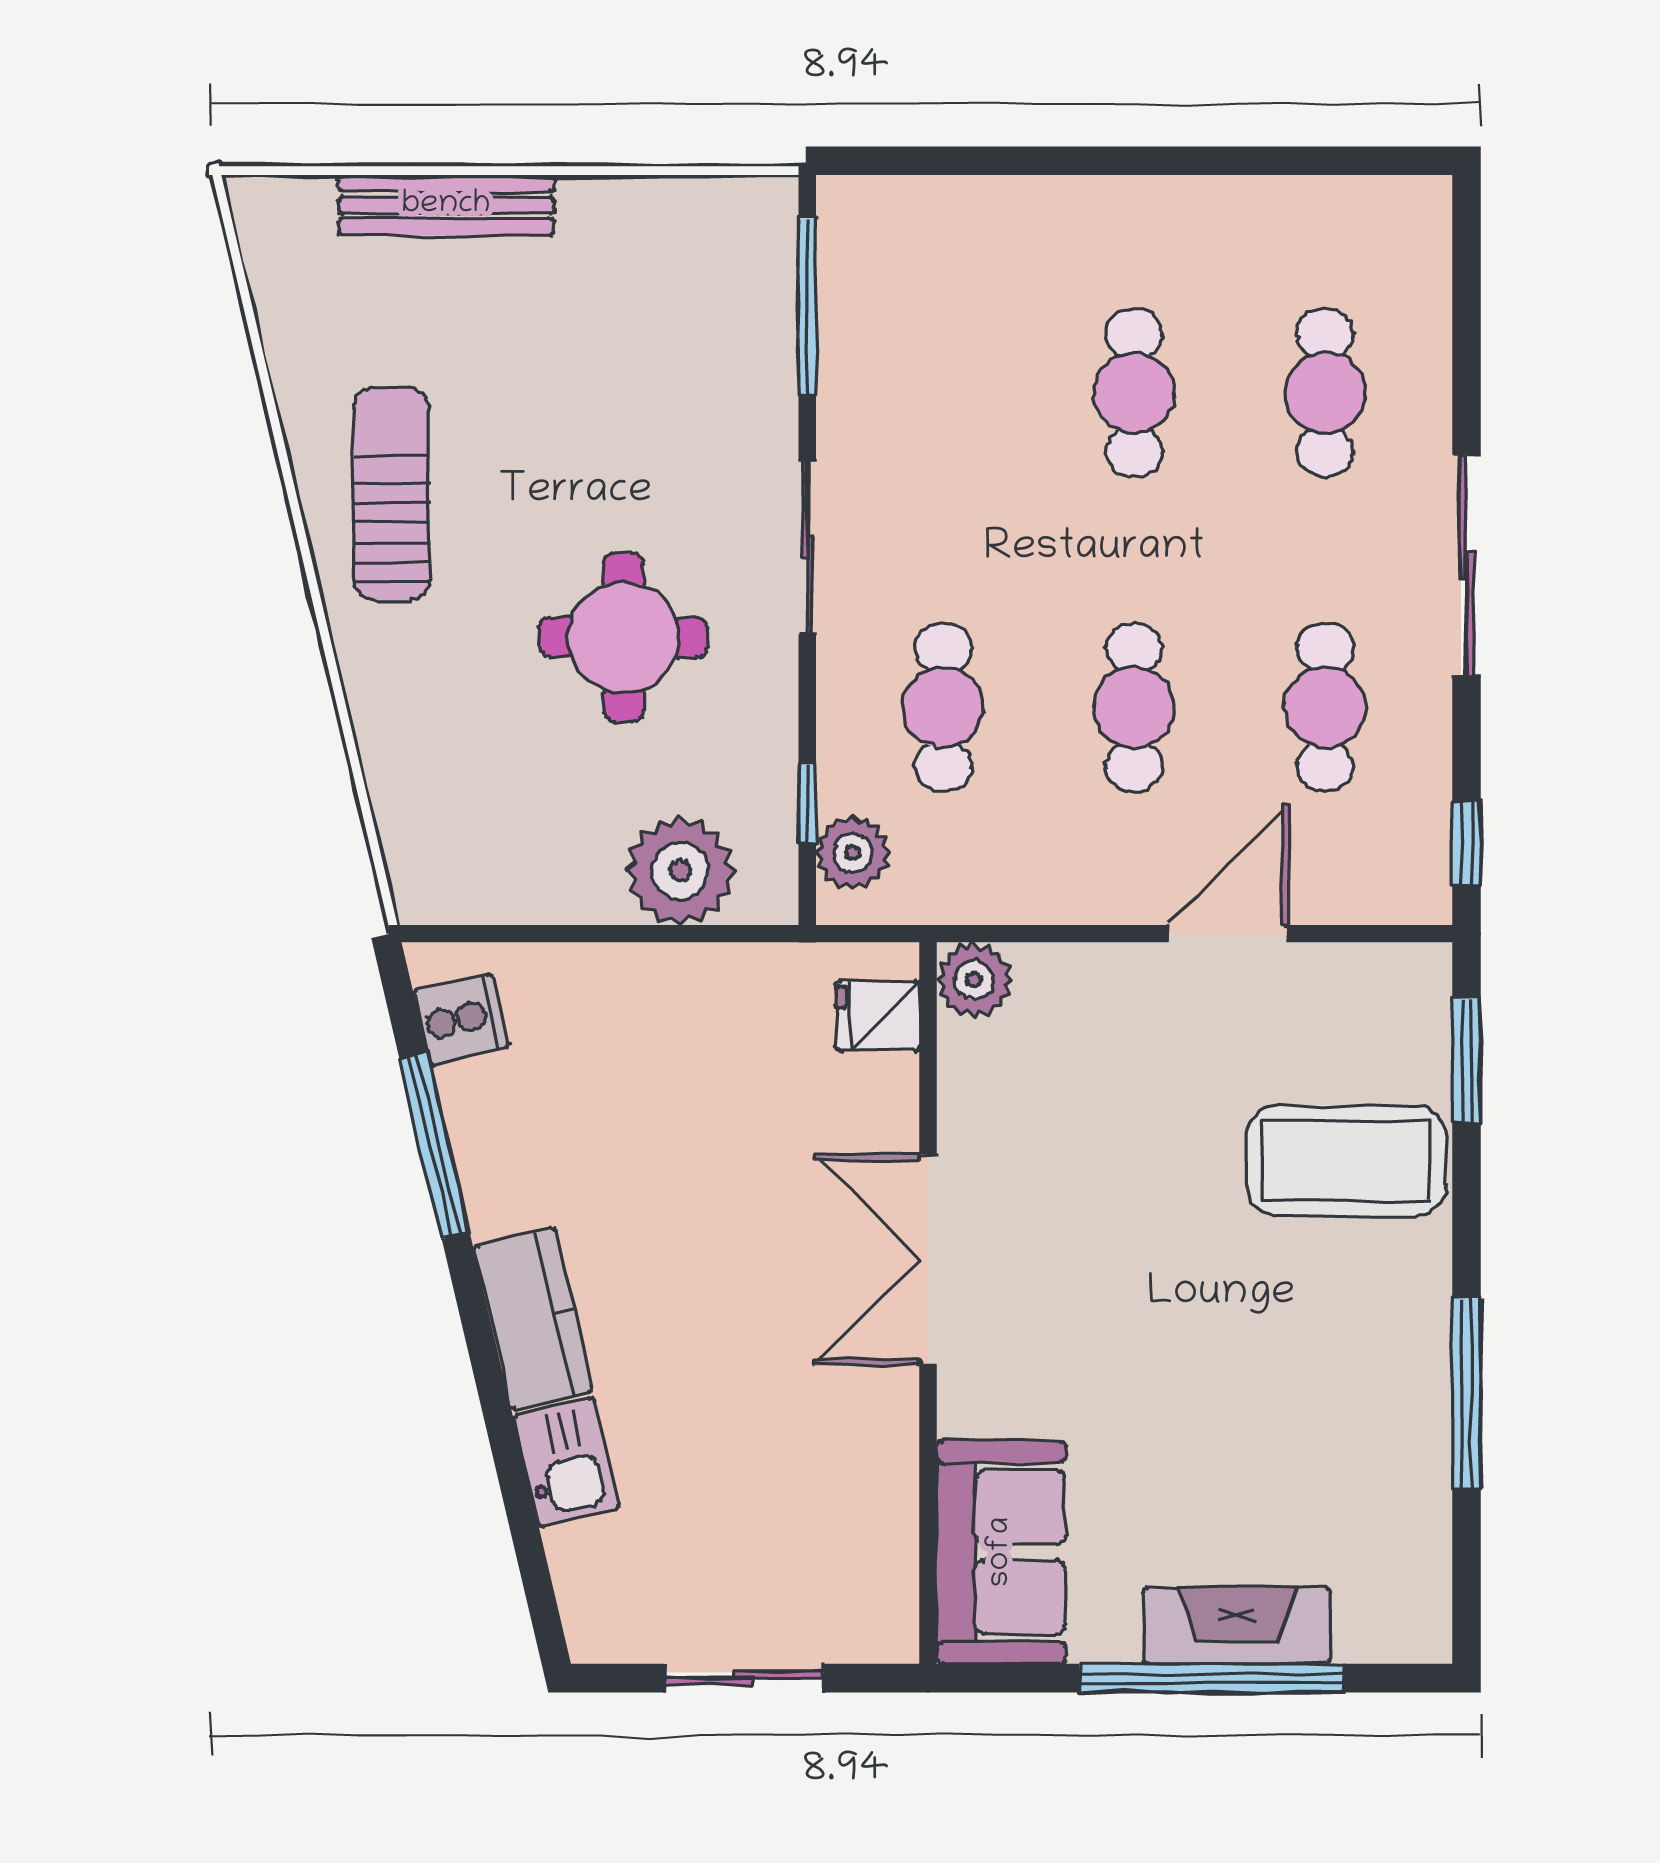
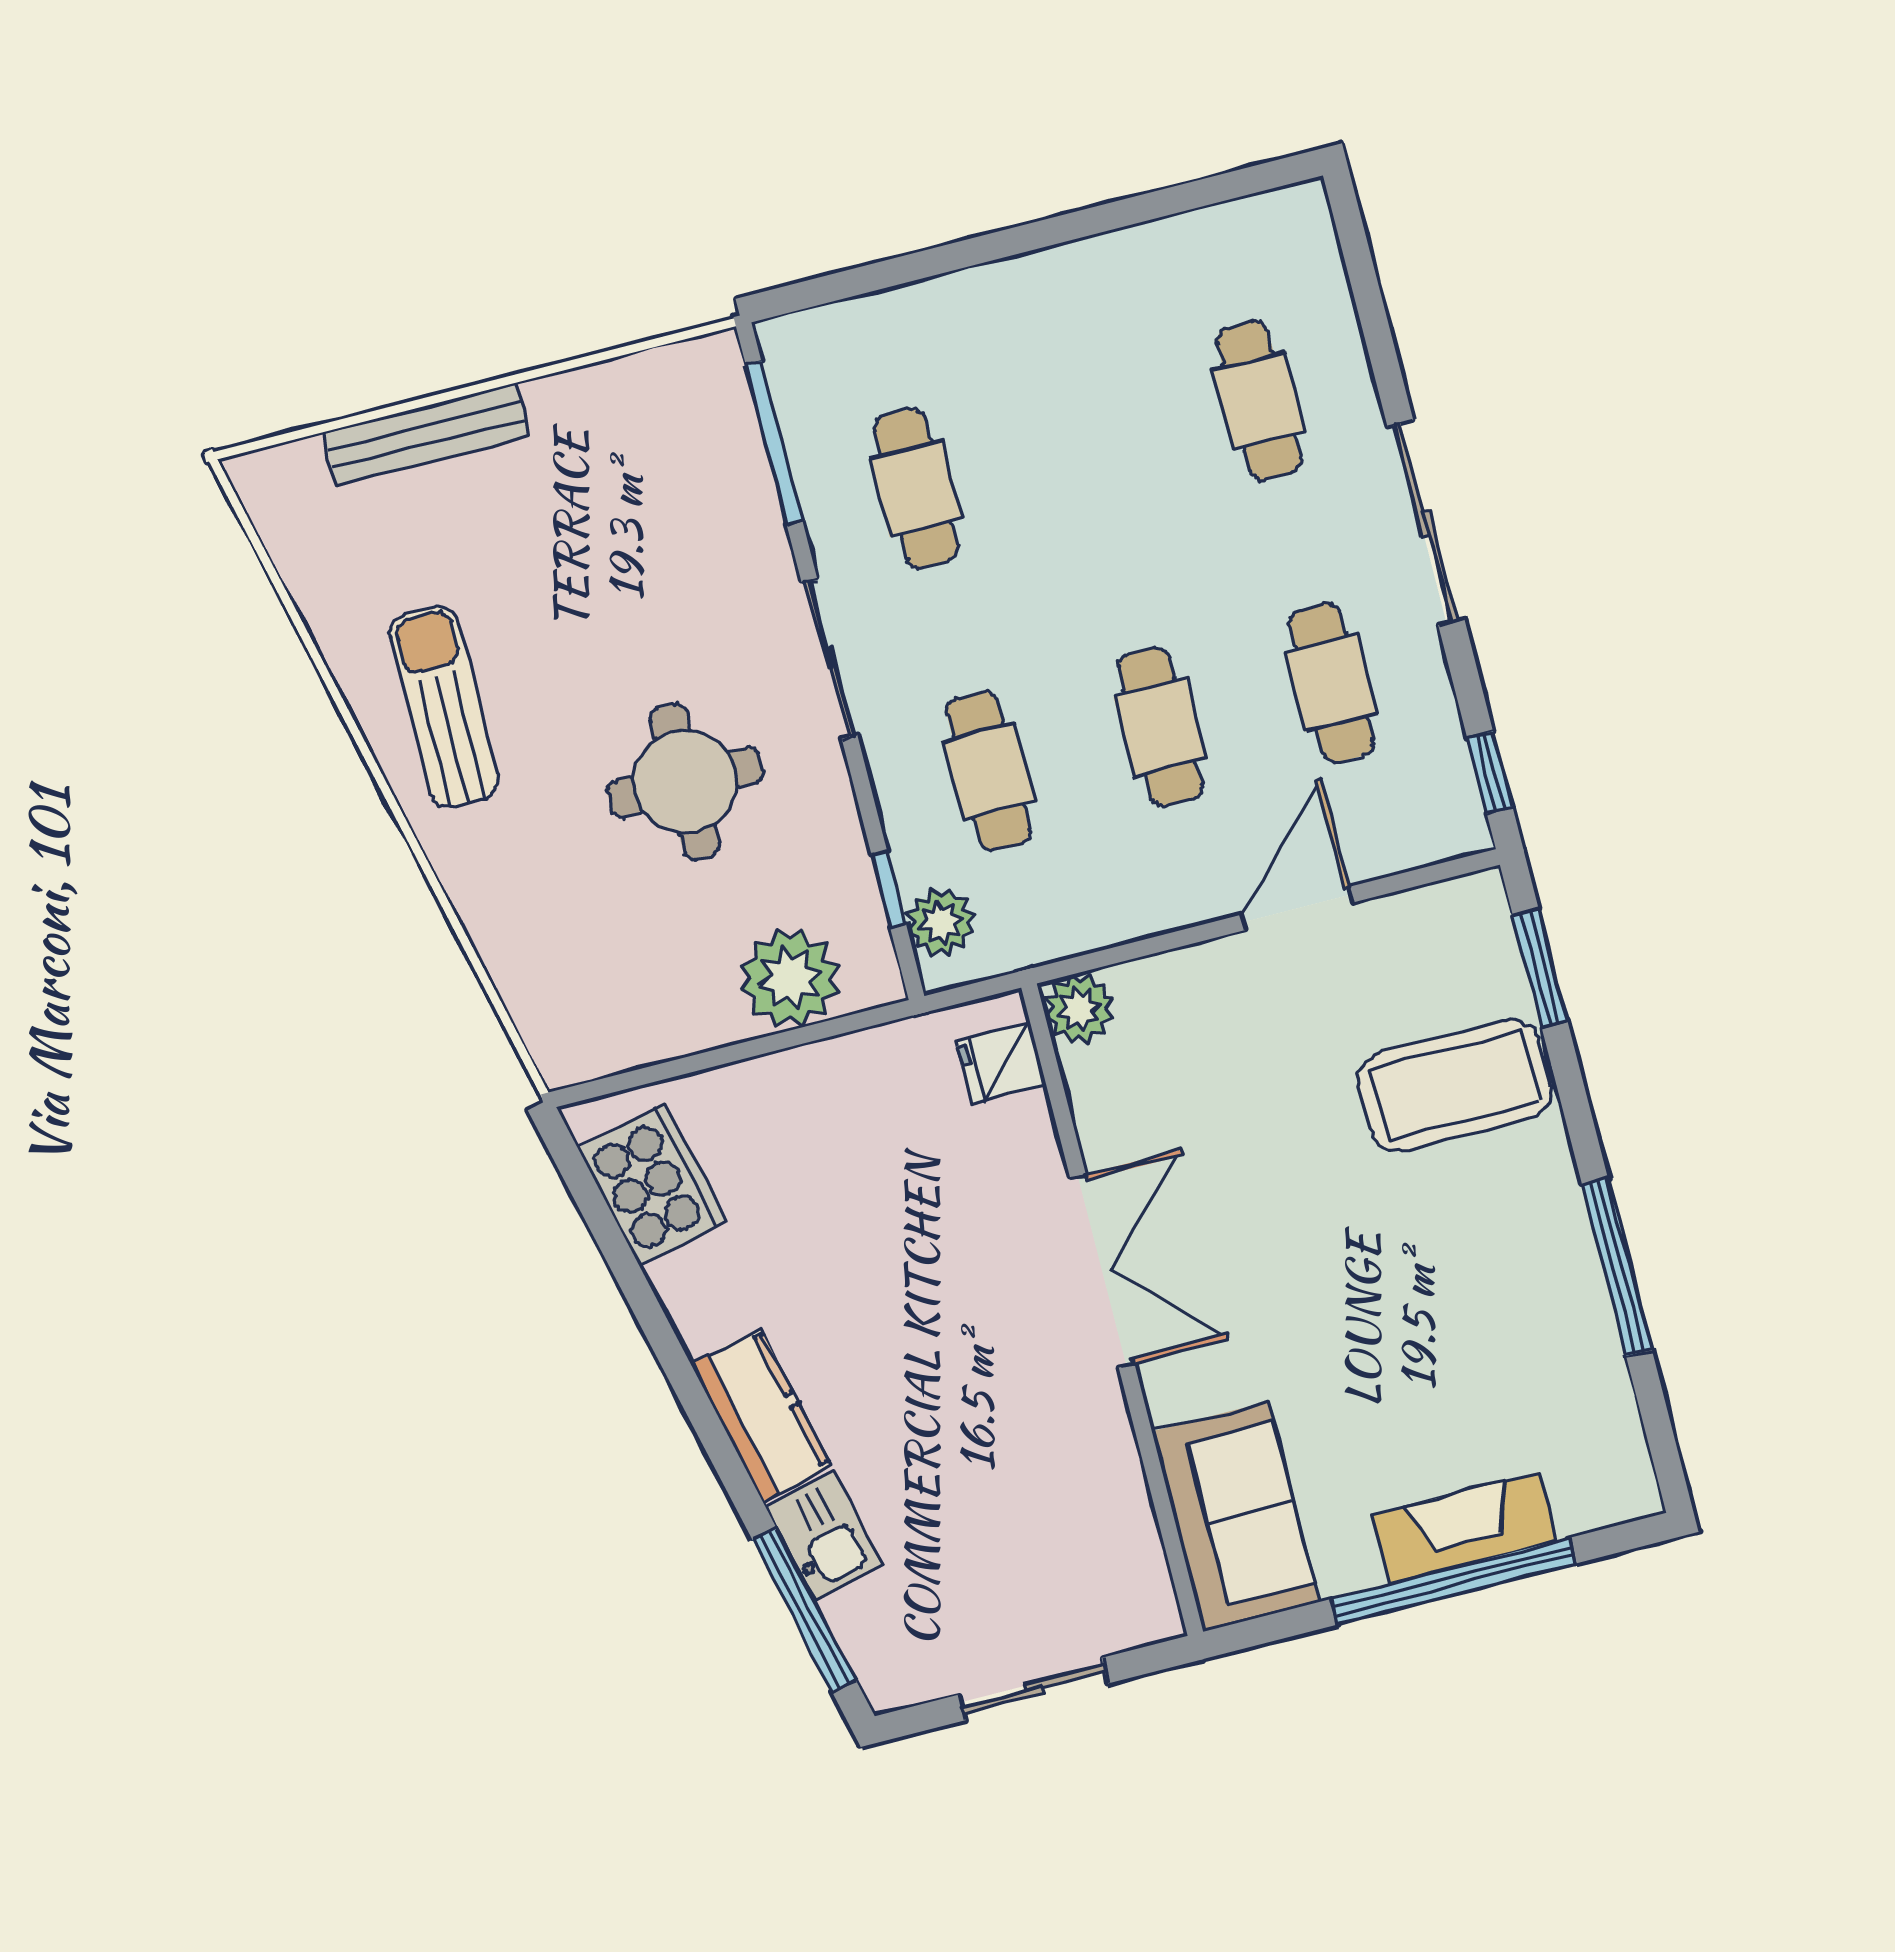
cafe table: (1134, 393) -> (916, 488), moved
cooker: (461, 1019) -> (652, 1184), width x1.87, depth x1.31
window: (435, 1145) -> (804, 1610), moved
double door: (928, 1260) -> (1102, 1271), swing flipped

